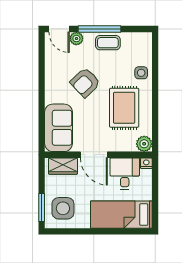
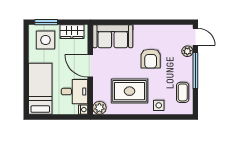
door: (59, 29) -> (195, 37), swing flipped
coffee table: (108, 43) -> (183, 92), moved
armchair: (85, 82) -> (151, 59), turned -136
door: (94, 155) -> (90, 66), hinge flipped
wardrobe: (63, 166) -> (72, 32), moved, turned -90

